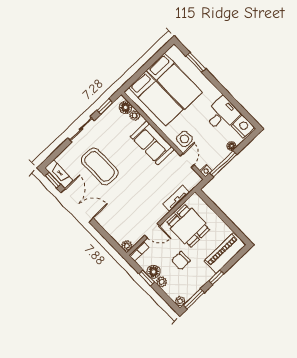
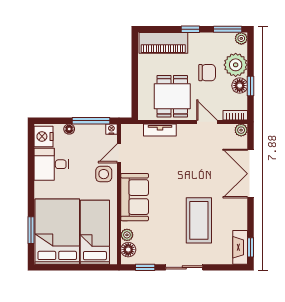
bed: (175, 81) -> (57, 232), width x1.50
double door: (77, 205) -> (250, 174), moved
plant: (162, 282) -> (236, 65), width x1.87, depth x1.87

